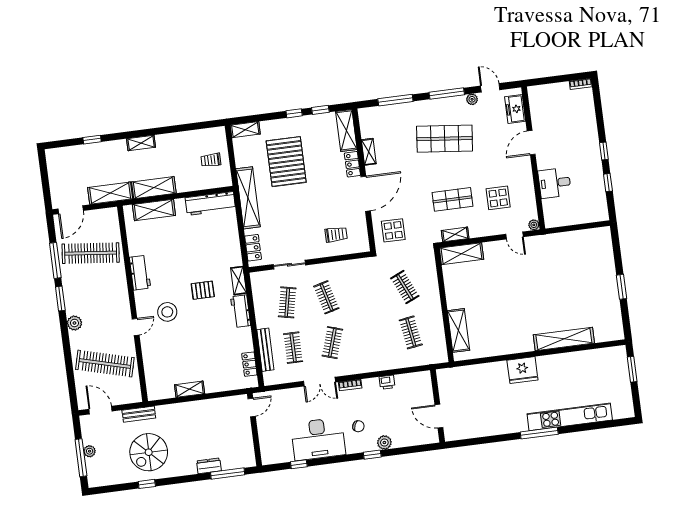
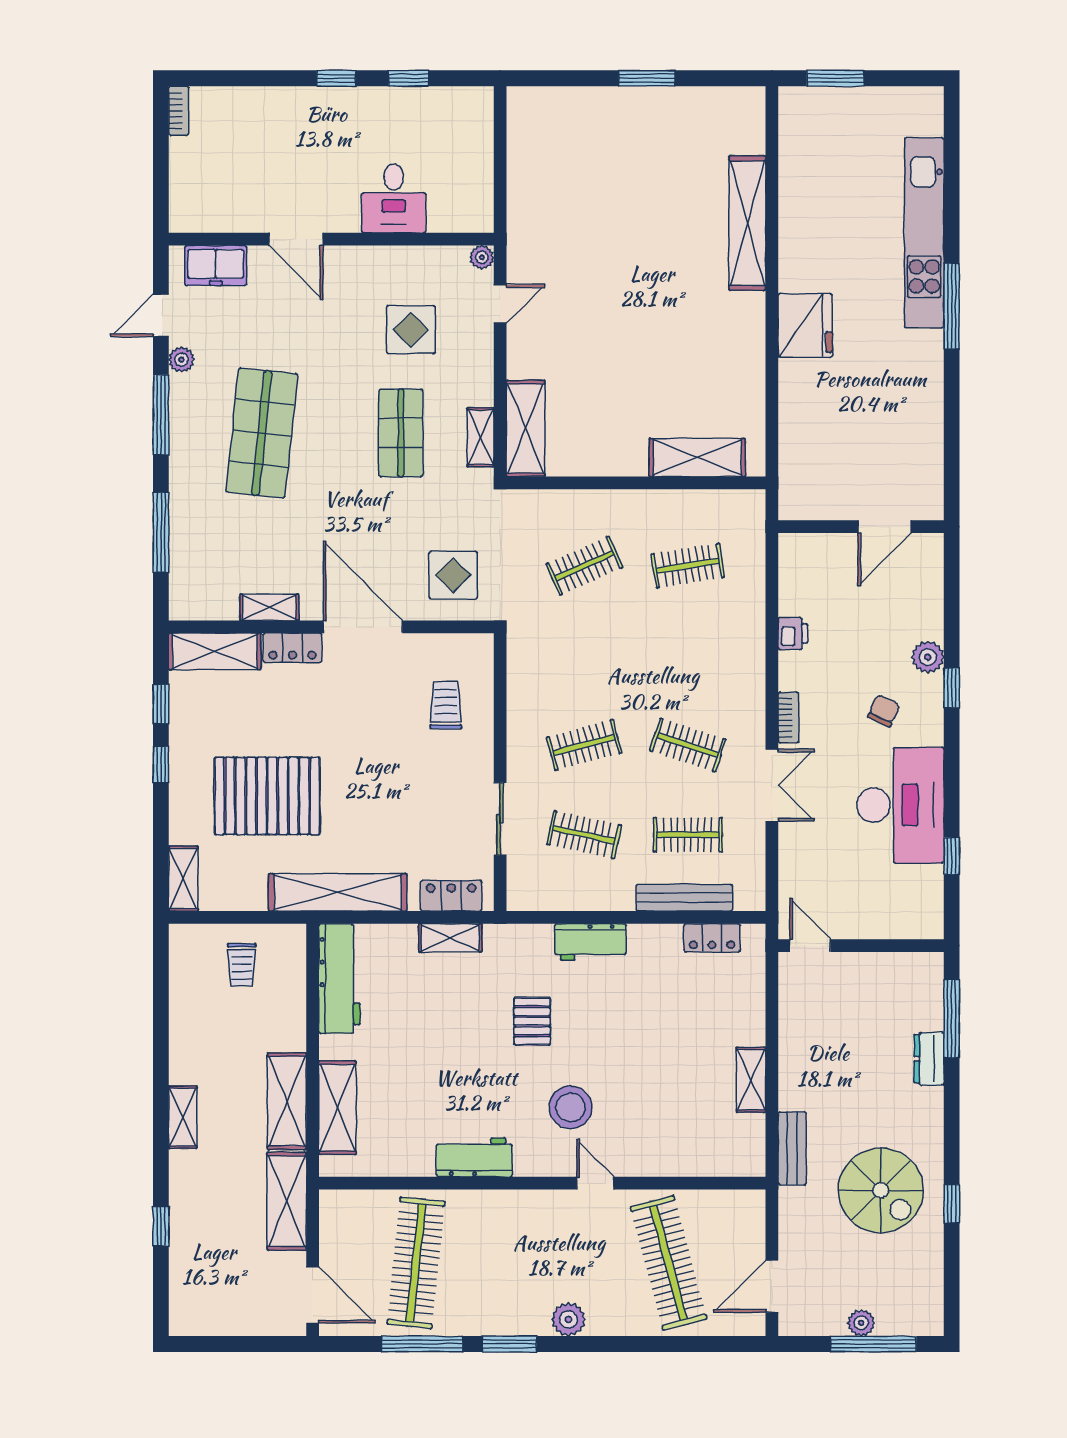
shelving: (239, 281) -> (450, 938), moved
clothes rail: (105, 364) -> (668, 1263), turned -30
bench: (139, 414) -> (792, 1148), moved

